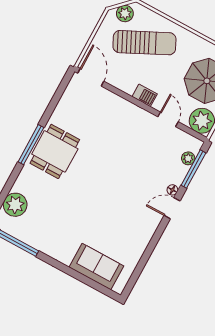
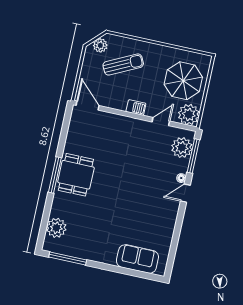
sun lounger: (144, 43) -> (123, 64), width x0.73, depth x0.75
door: (168, 119) -> (161, 121), hinge flipped
plant: (188, 158) -> (182, 148), width x1.88, depth x1.88

